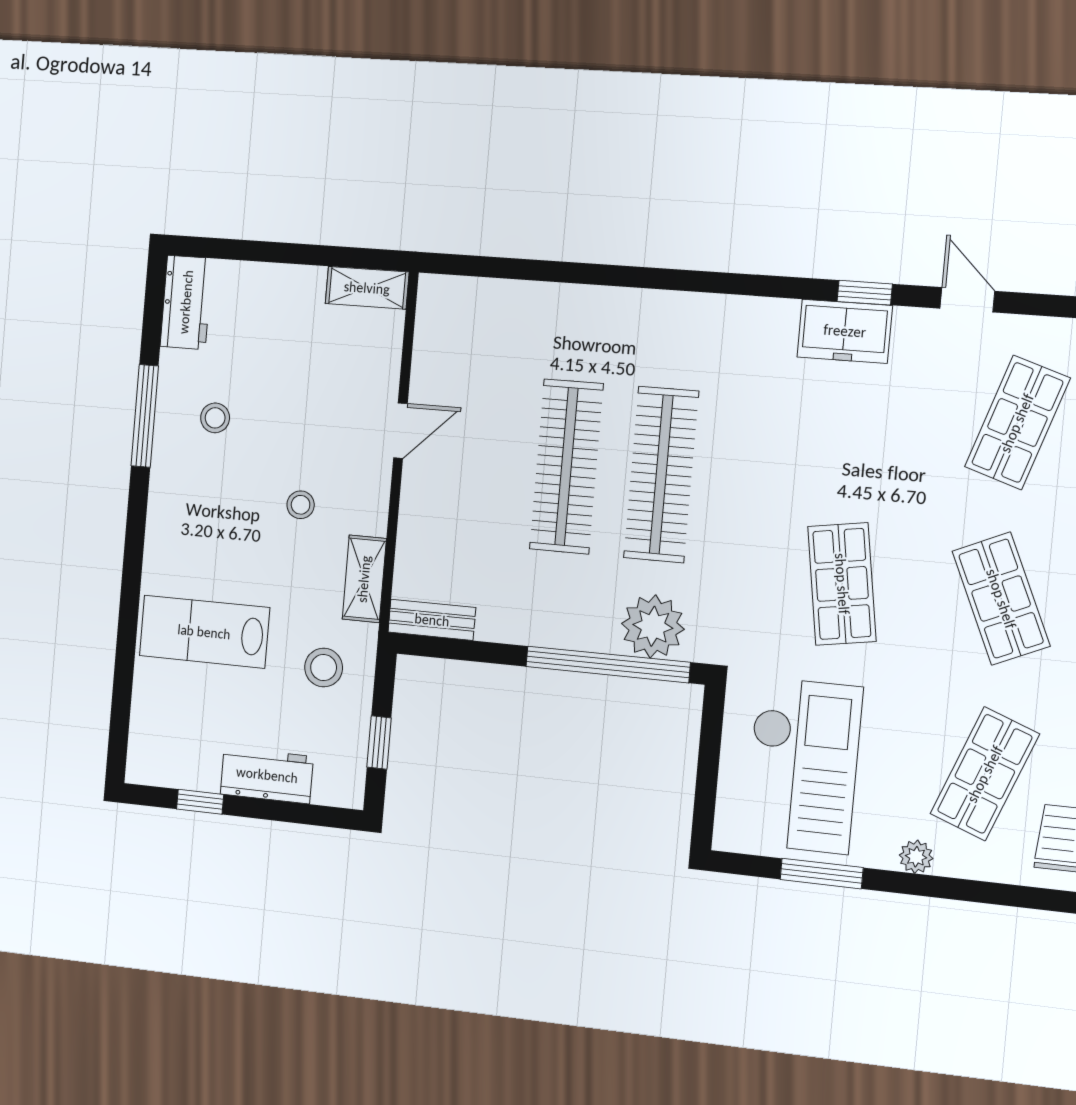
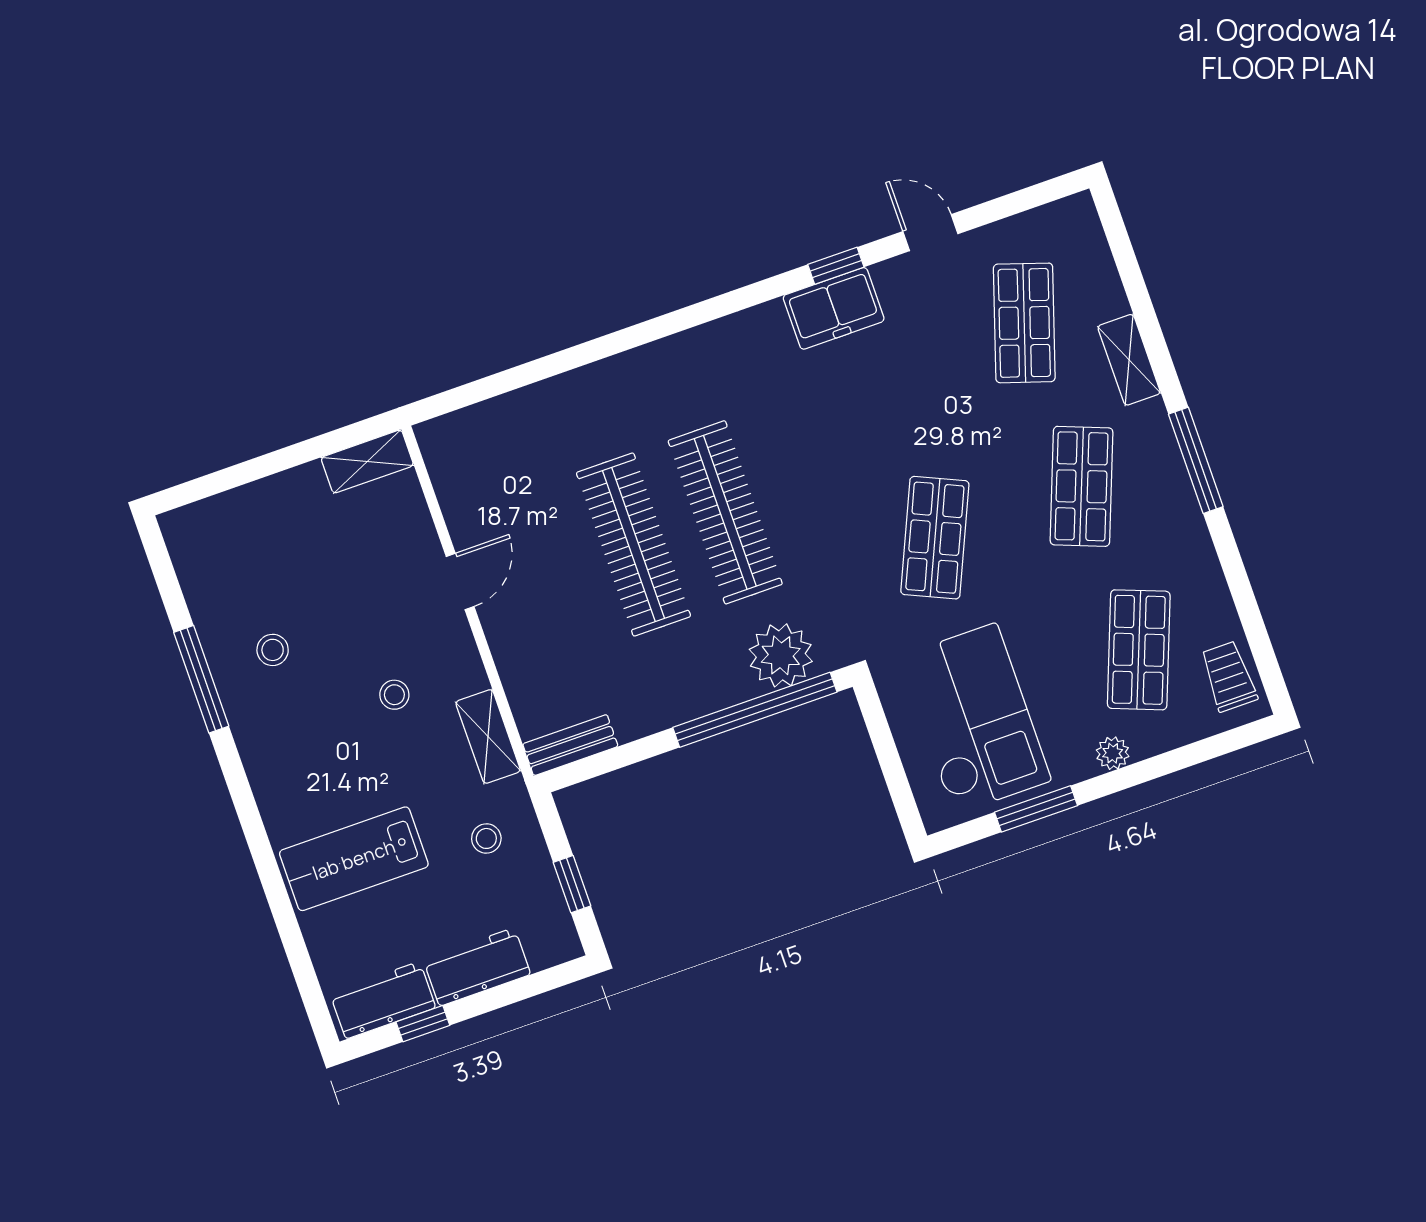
workbench: (186, 302) -> (383, 1000), moved, turned -90
shop shelf: (842, 584) -> (935, 538), turned 33
shop shelf: (1001, 599) -> (1082, 486), turned 45
stool: (324, 668) -> (486, 838), width x0.73, depth x0.73

